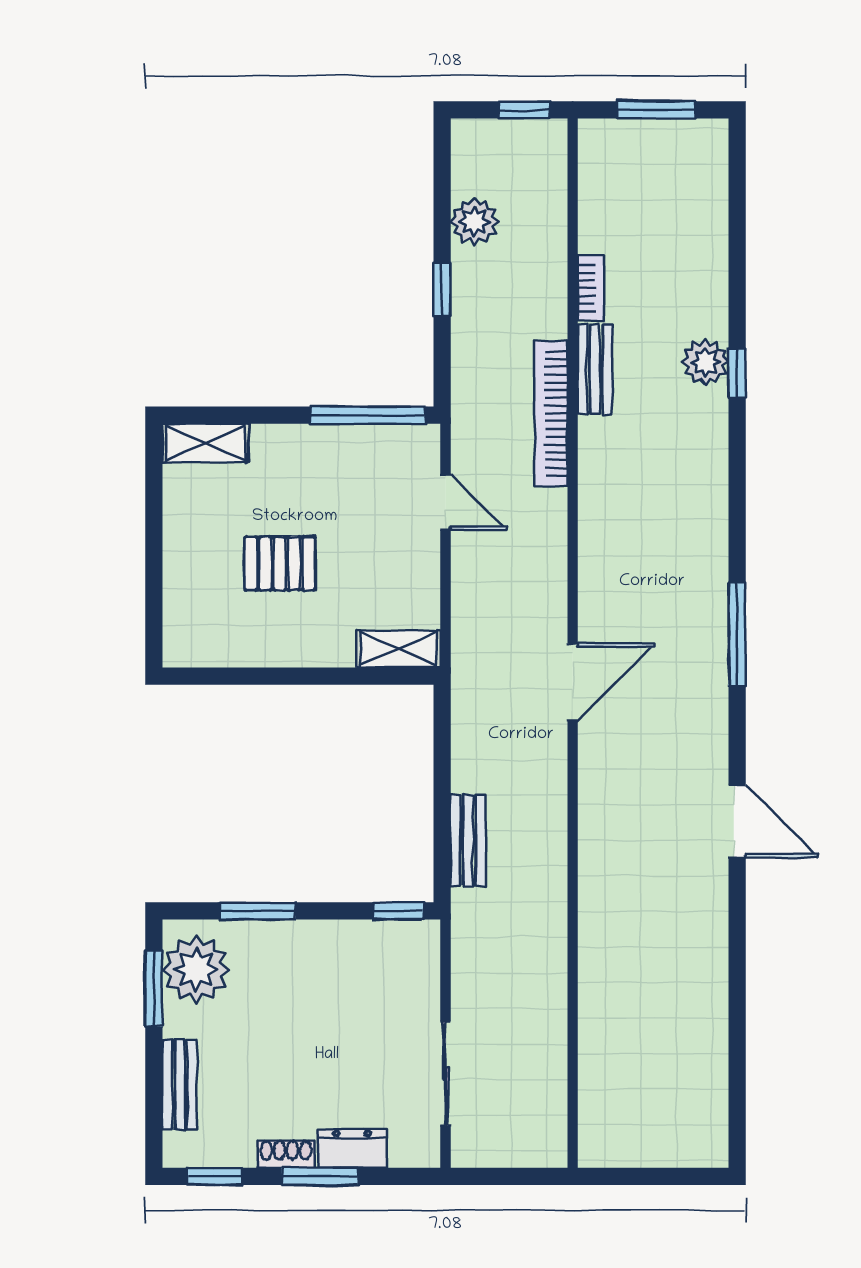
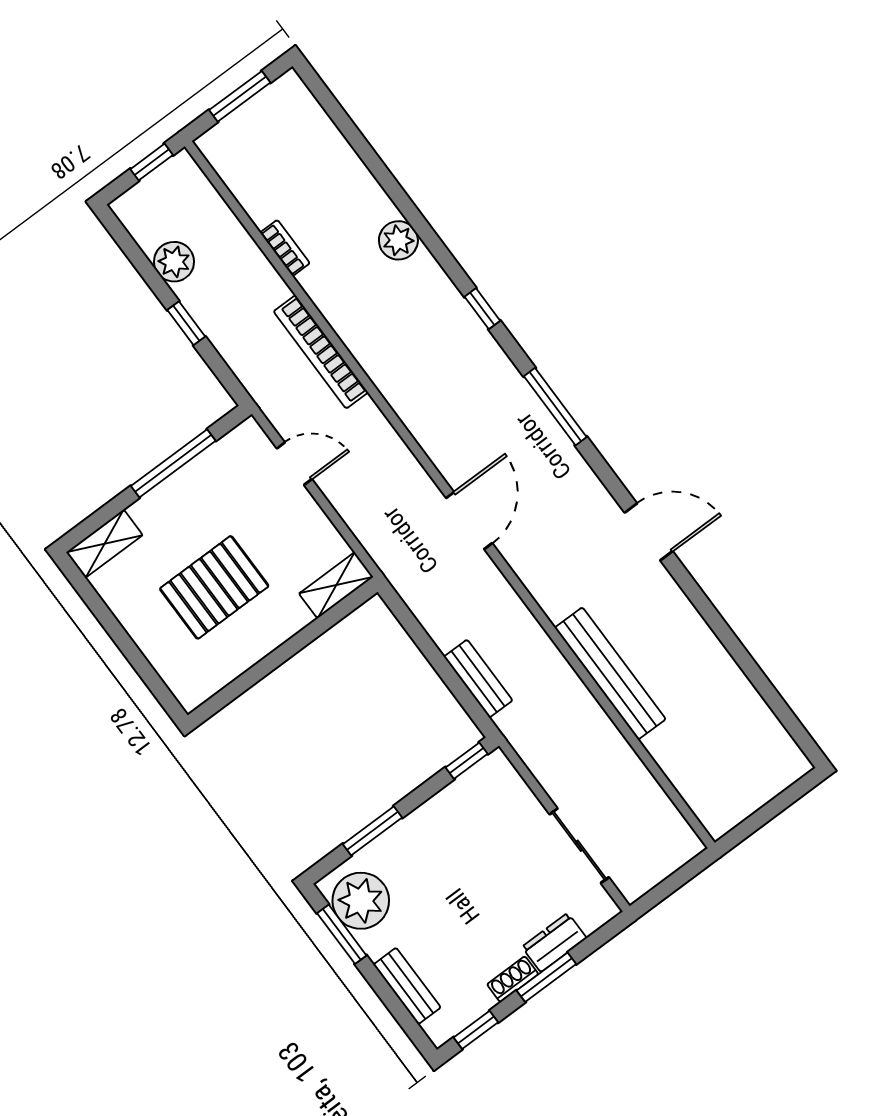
bench: (595, 369) -> (610, 673), moved, width x1.86, depth x1.21
window: (737, 373) -> (482, 309), moved
window: (368, 415) -> (173, 463), moved
pallet: (280, 564) -> (214, 587), width x1.50, depth x1.42

